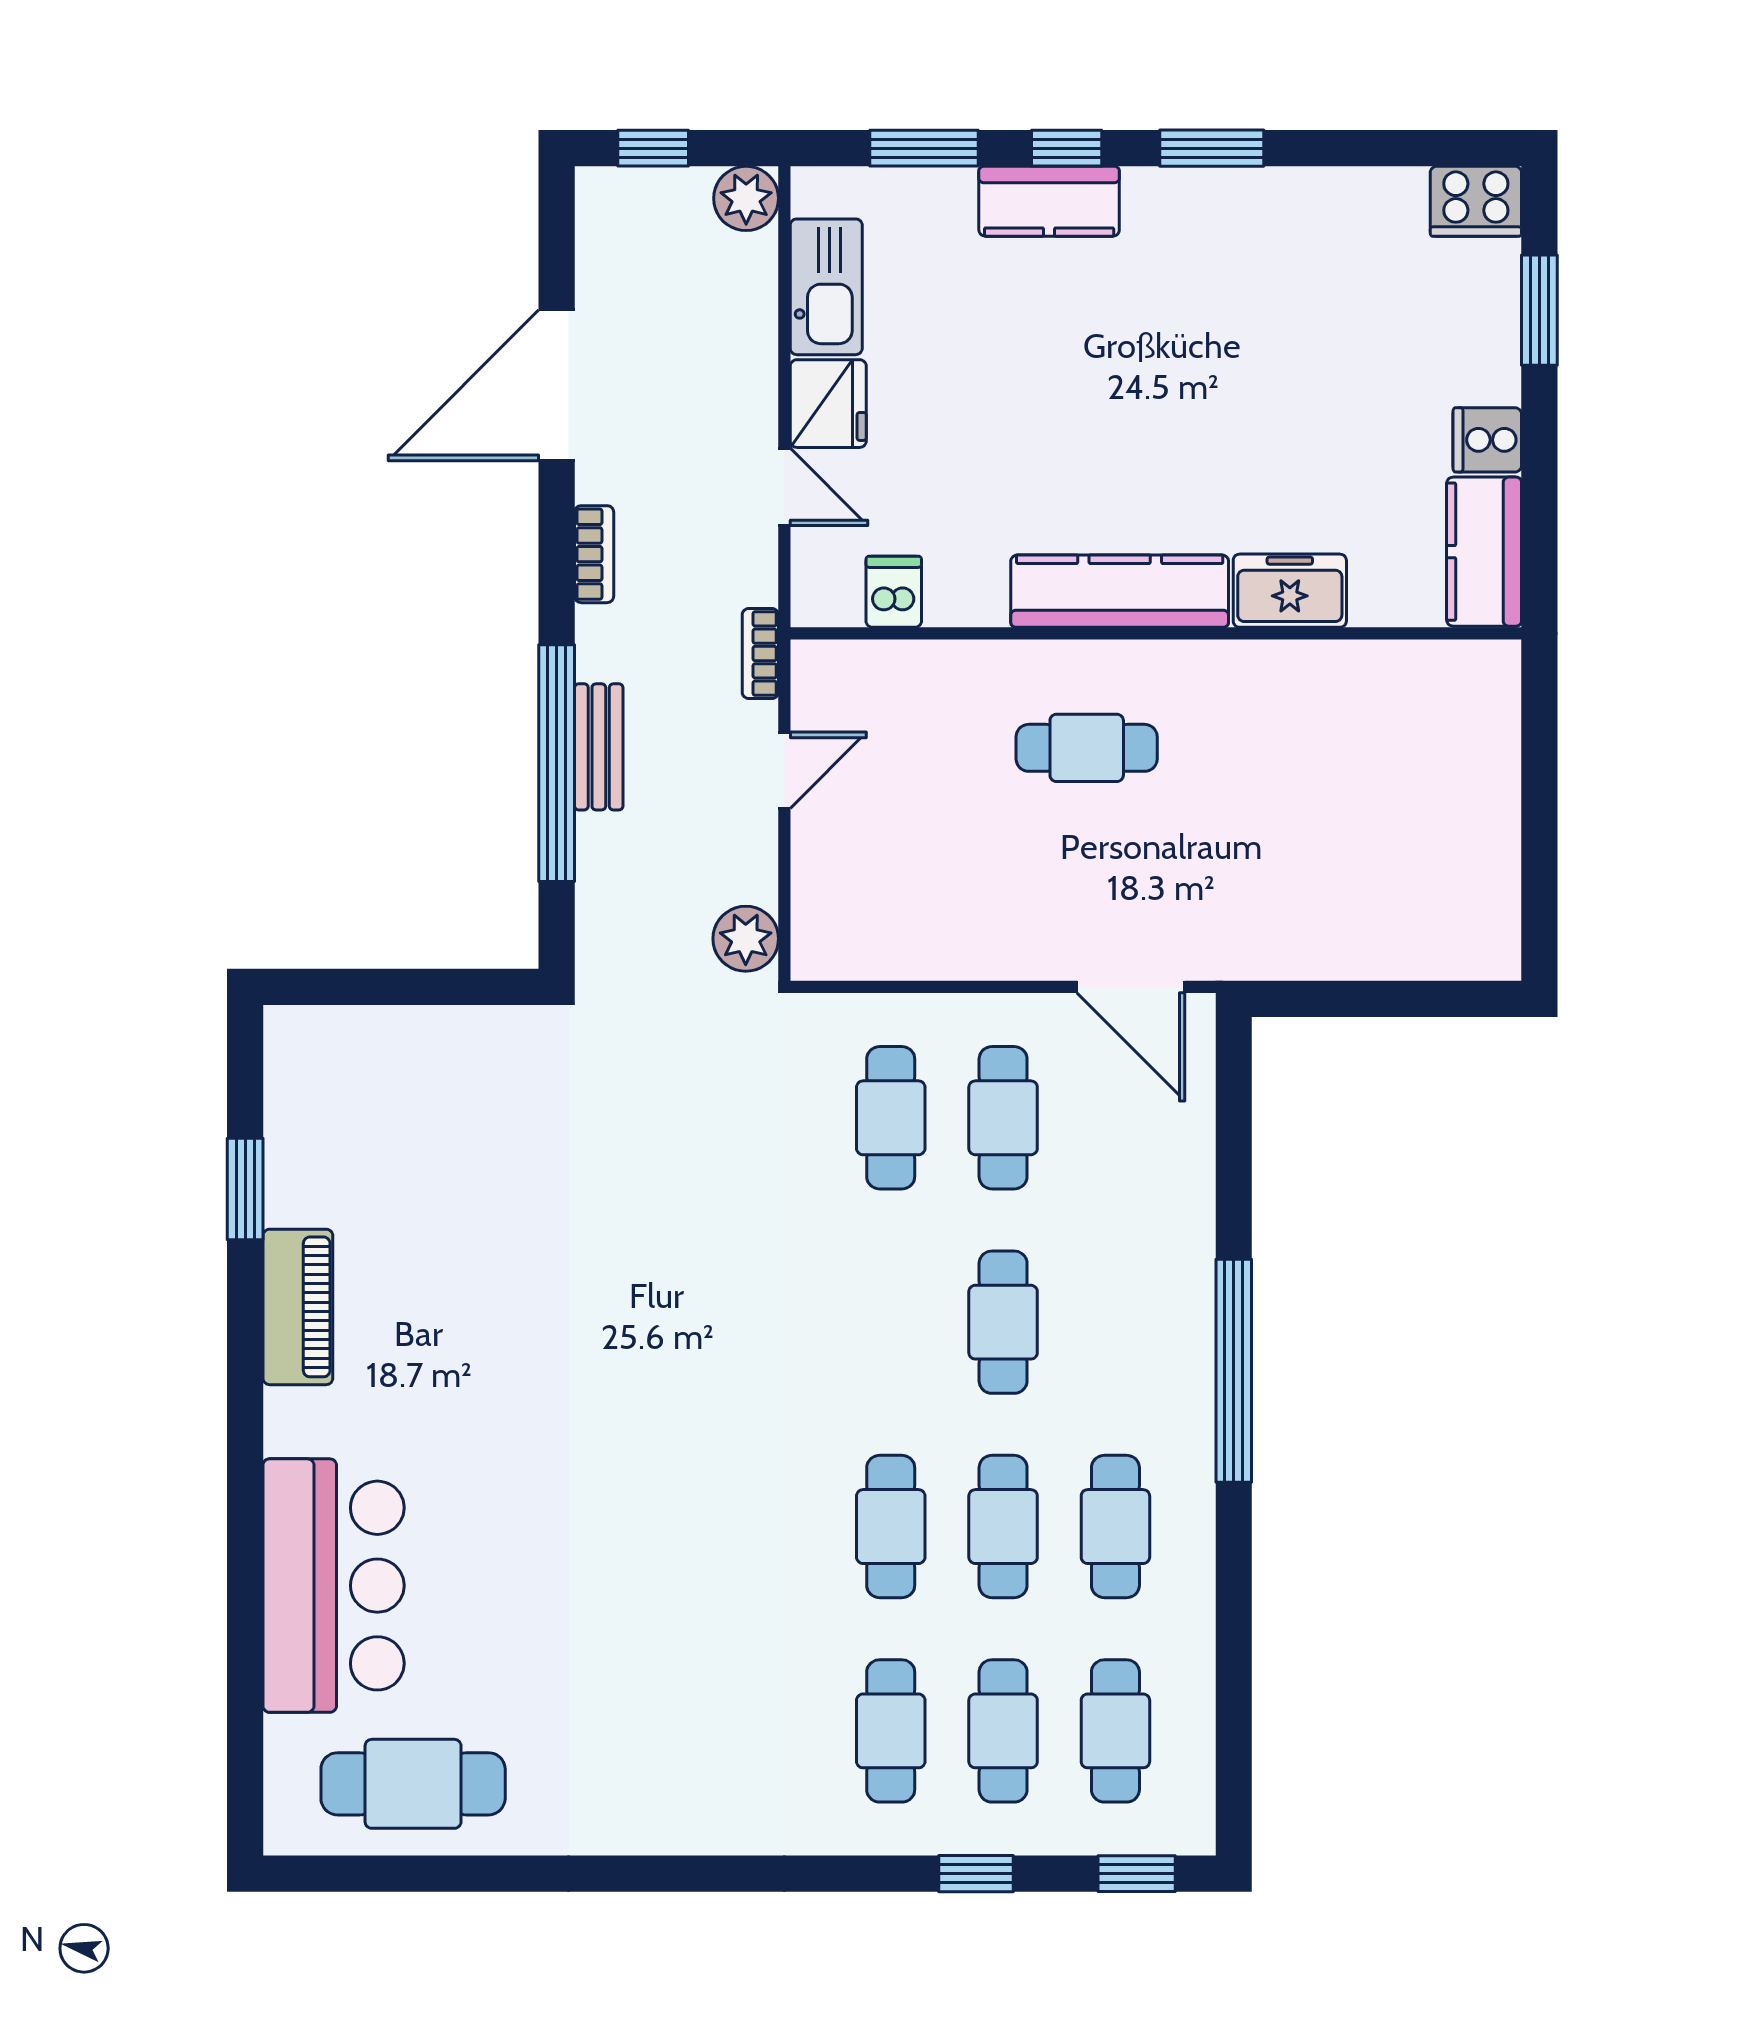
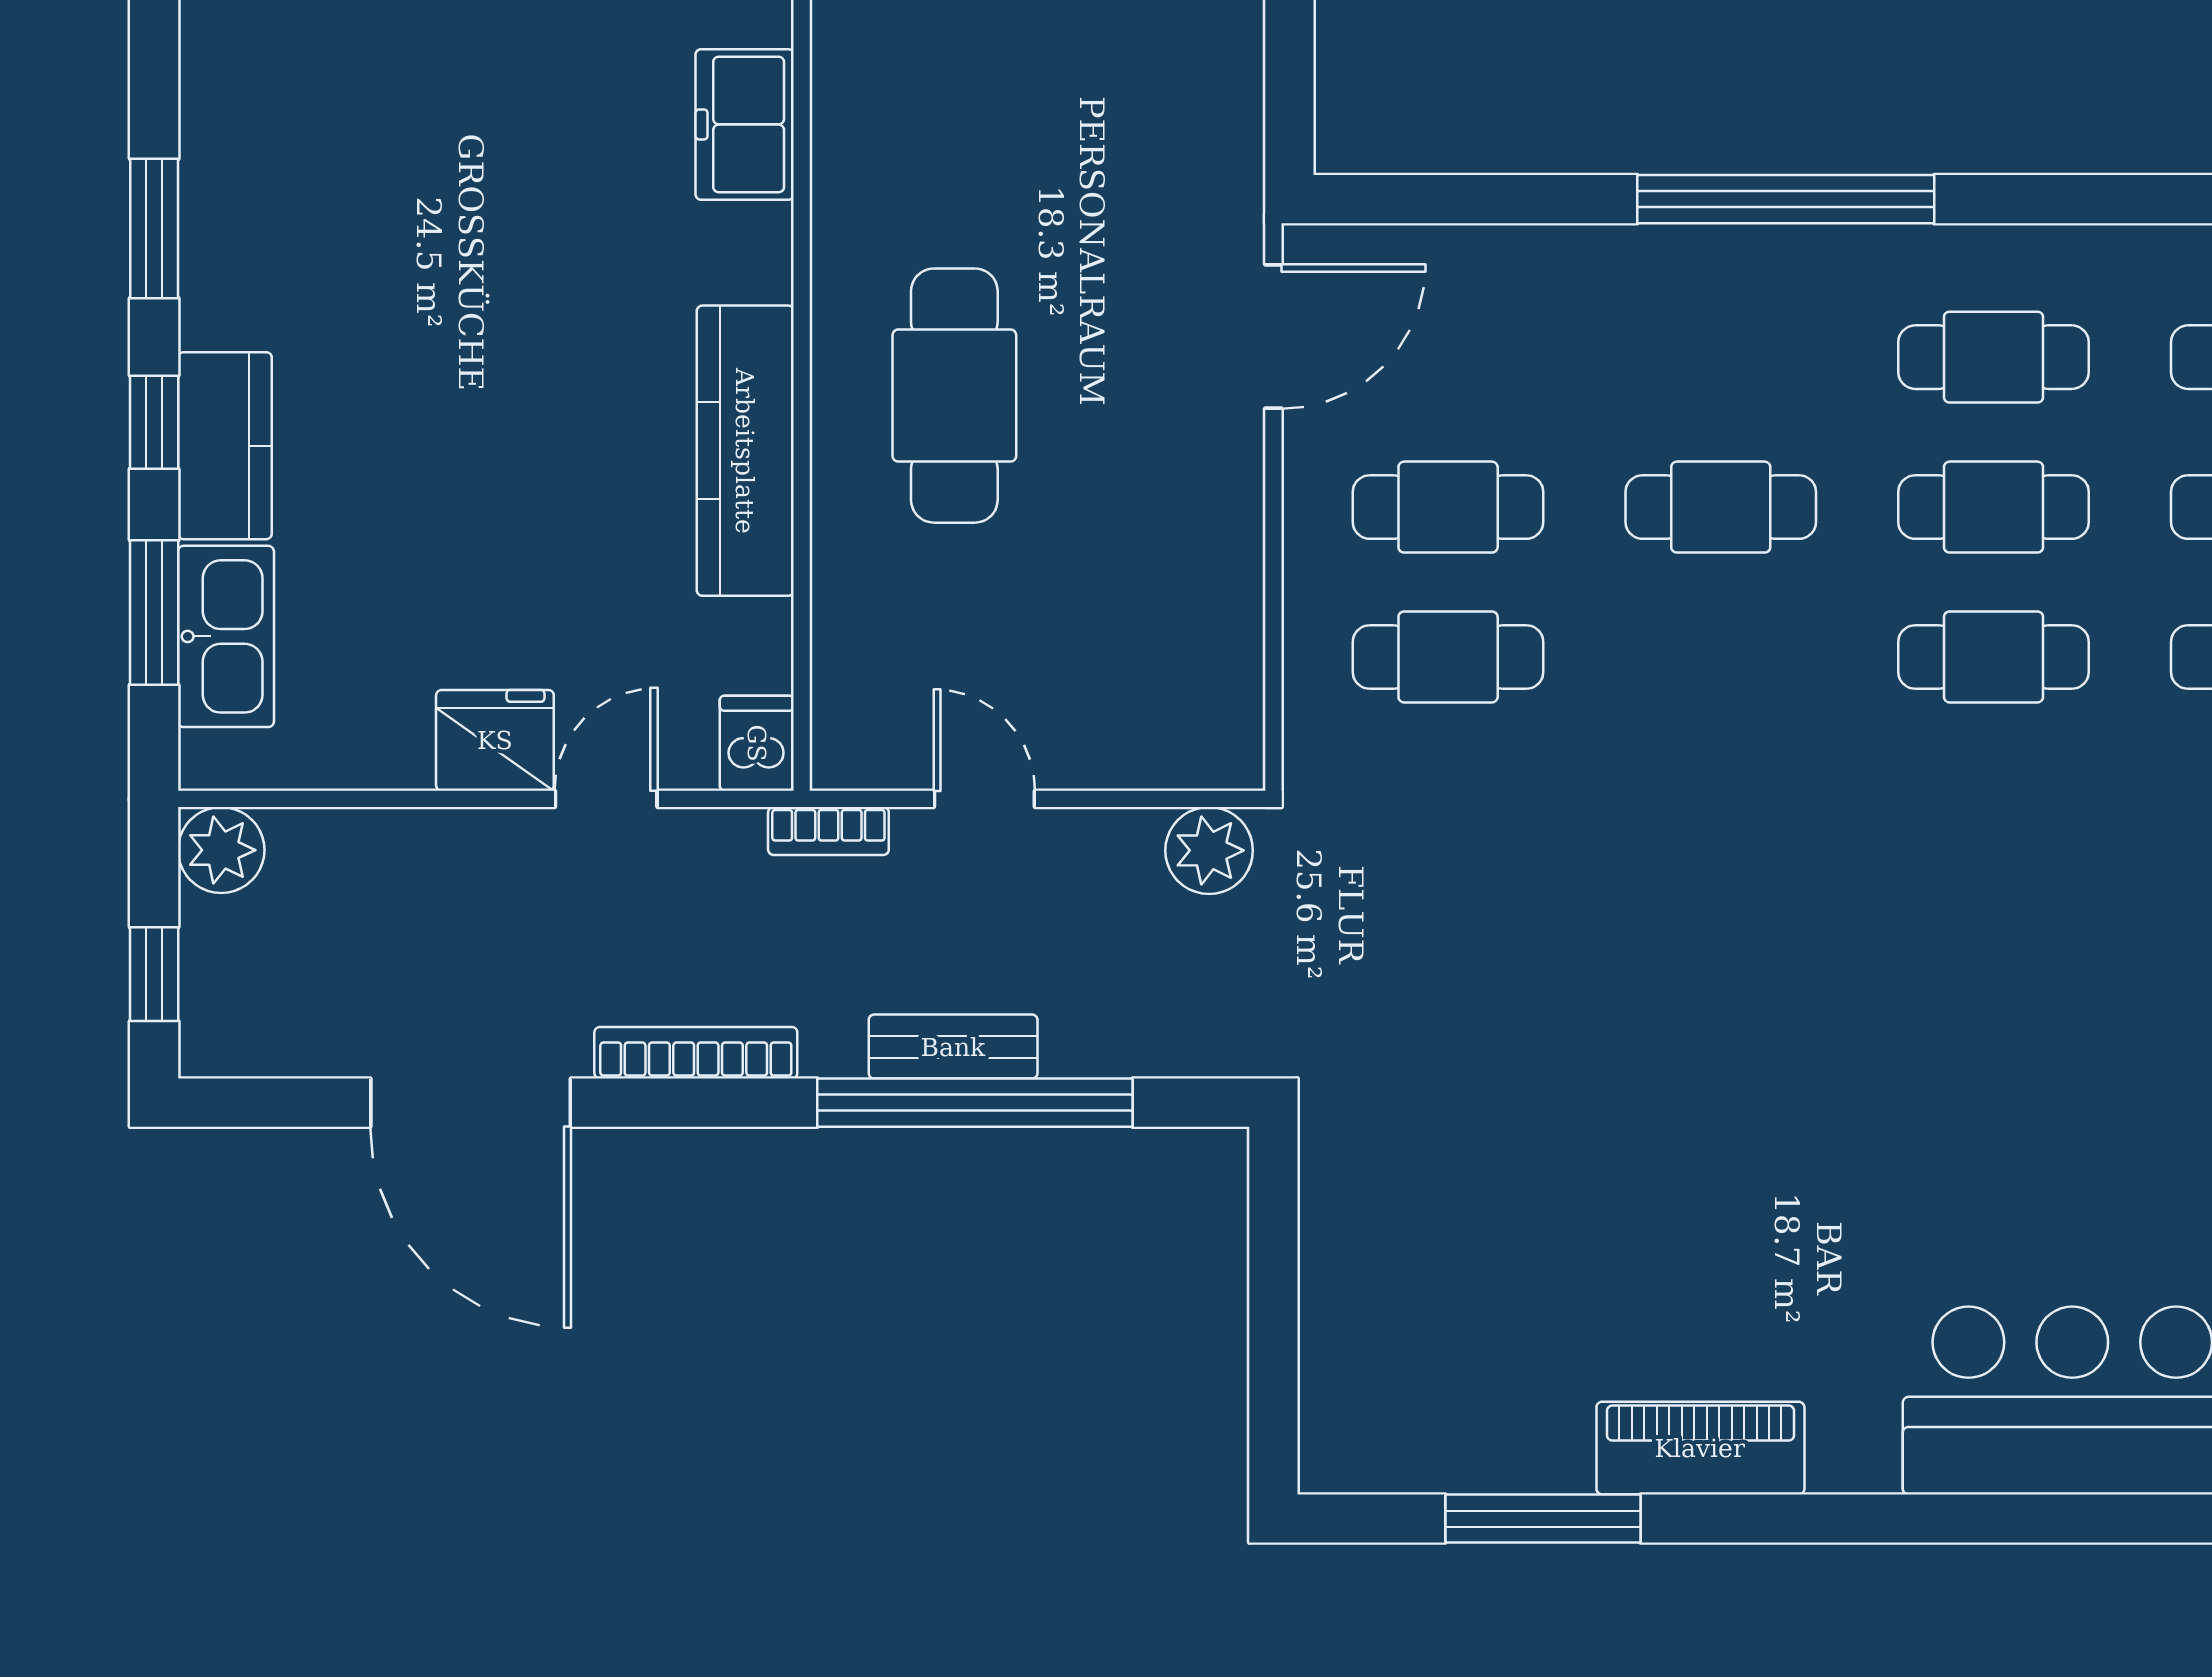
kitchen sink: (826, 287) -> (226, 636), moved, turned 90
bookcase: (594, 554) -> (696, 1053), width x1.56
kitchen counter: (1120, 591) -> (745, 451), moved
dishwasher: (894, 592) -> (757, 743), moved, turned 90
cafe table: (1087, 748) -> (954, 396), width x1.37, depth x1.35
window: (245, 1189) -> (1543, 1519), width x1.44

